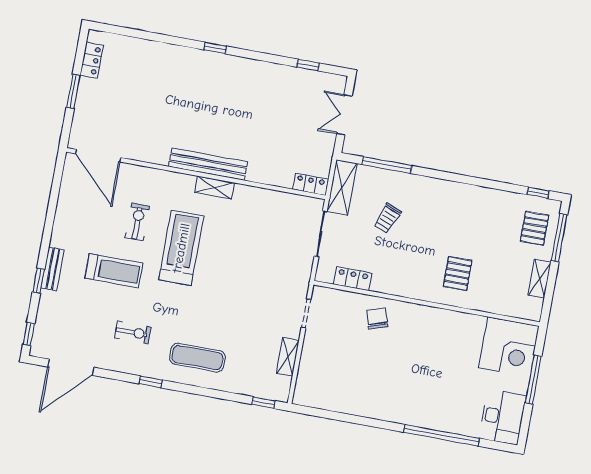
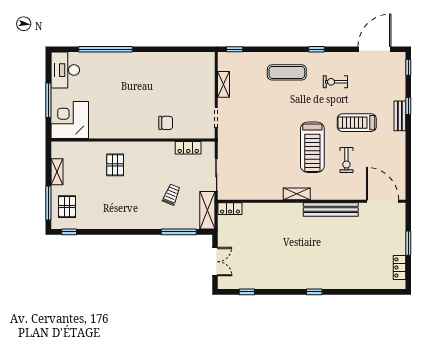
bench: (208, 164) -> (331, 209), moved
chair: (377, 319) -> (166, 123), turned -72

